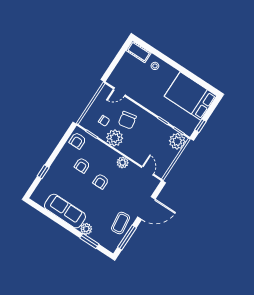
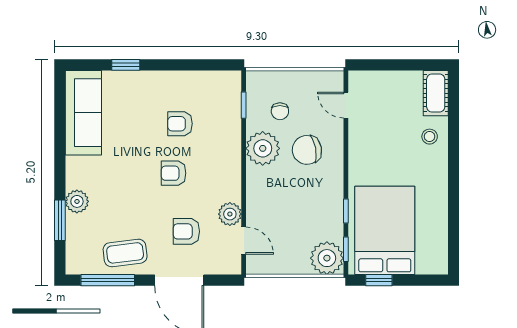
bed: (191, 96) -> (385, 230), moved
armchair: (78, 141) -> (186, 231), moved
plant: (123, 162) -> (230, 214), moved
door: (148, 171) -> (244, 241), hinge flipped
sofa: (65, 211) -> (83, 113), moved

